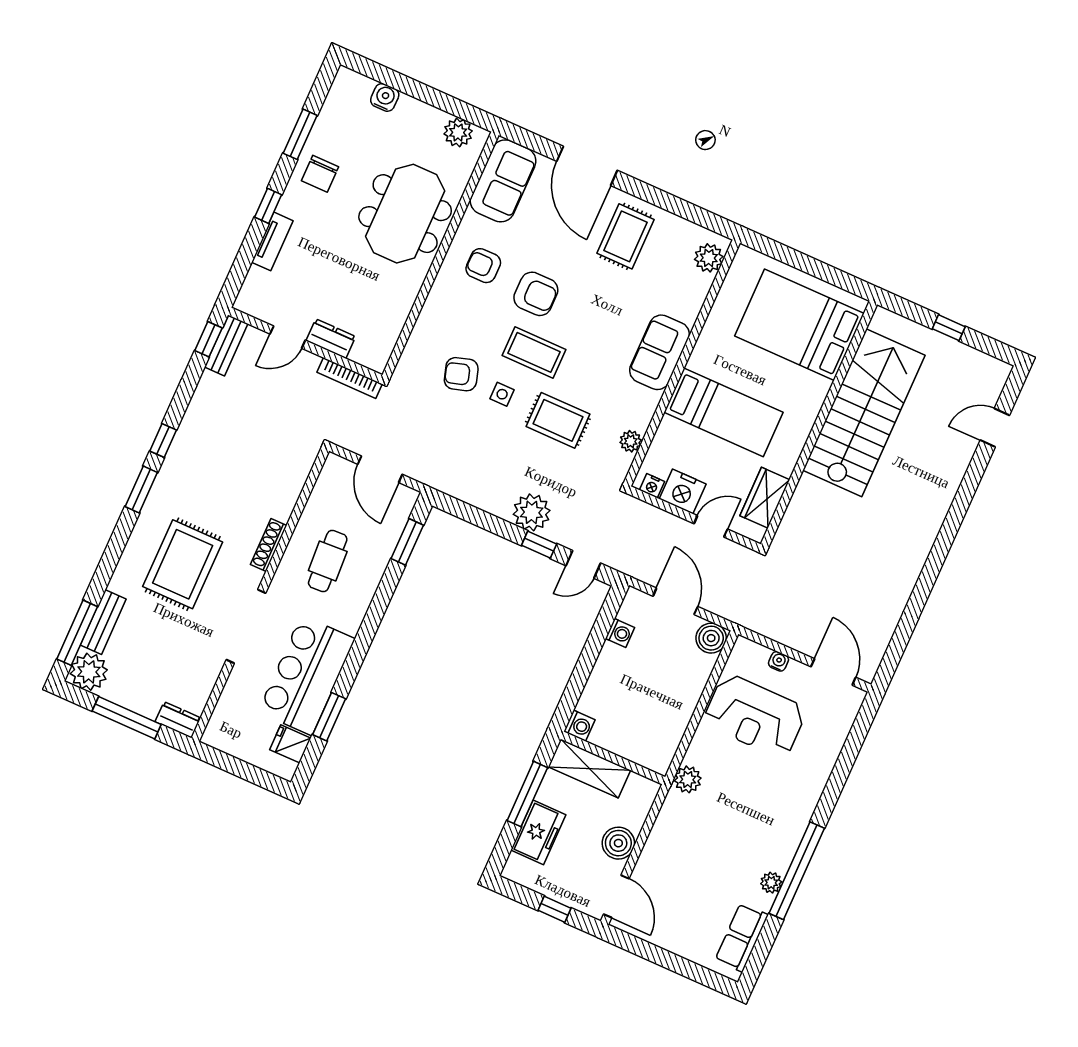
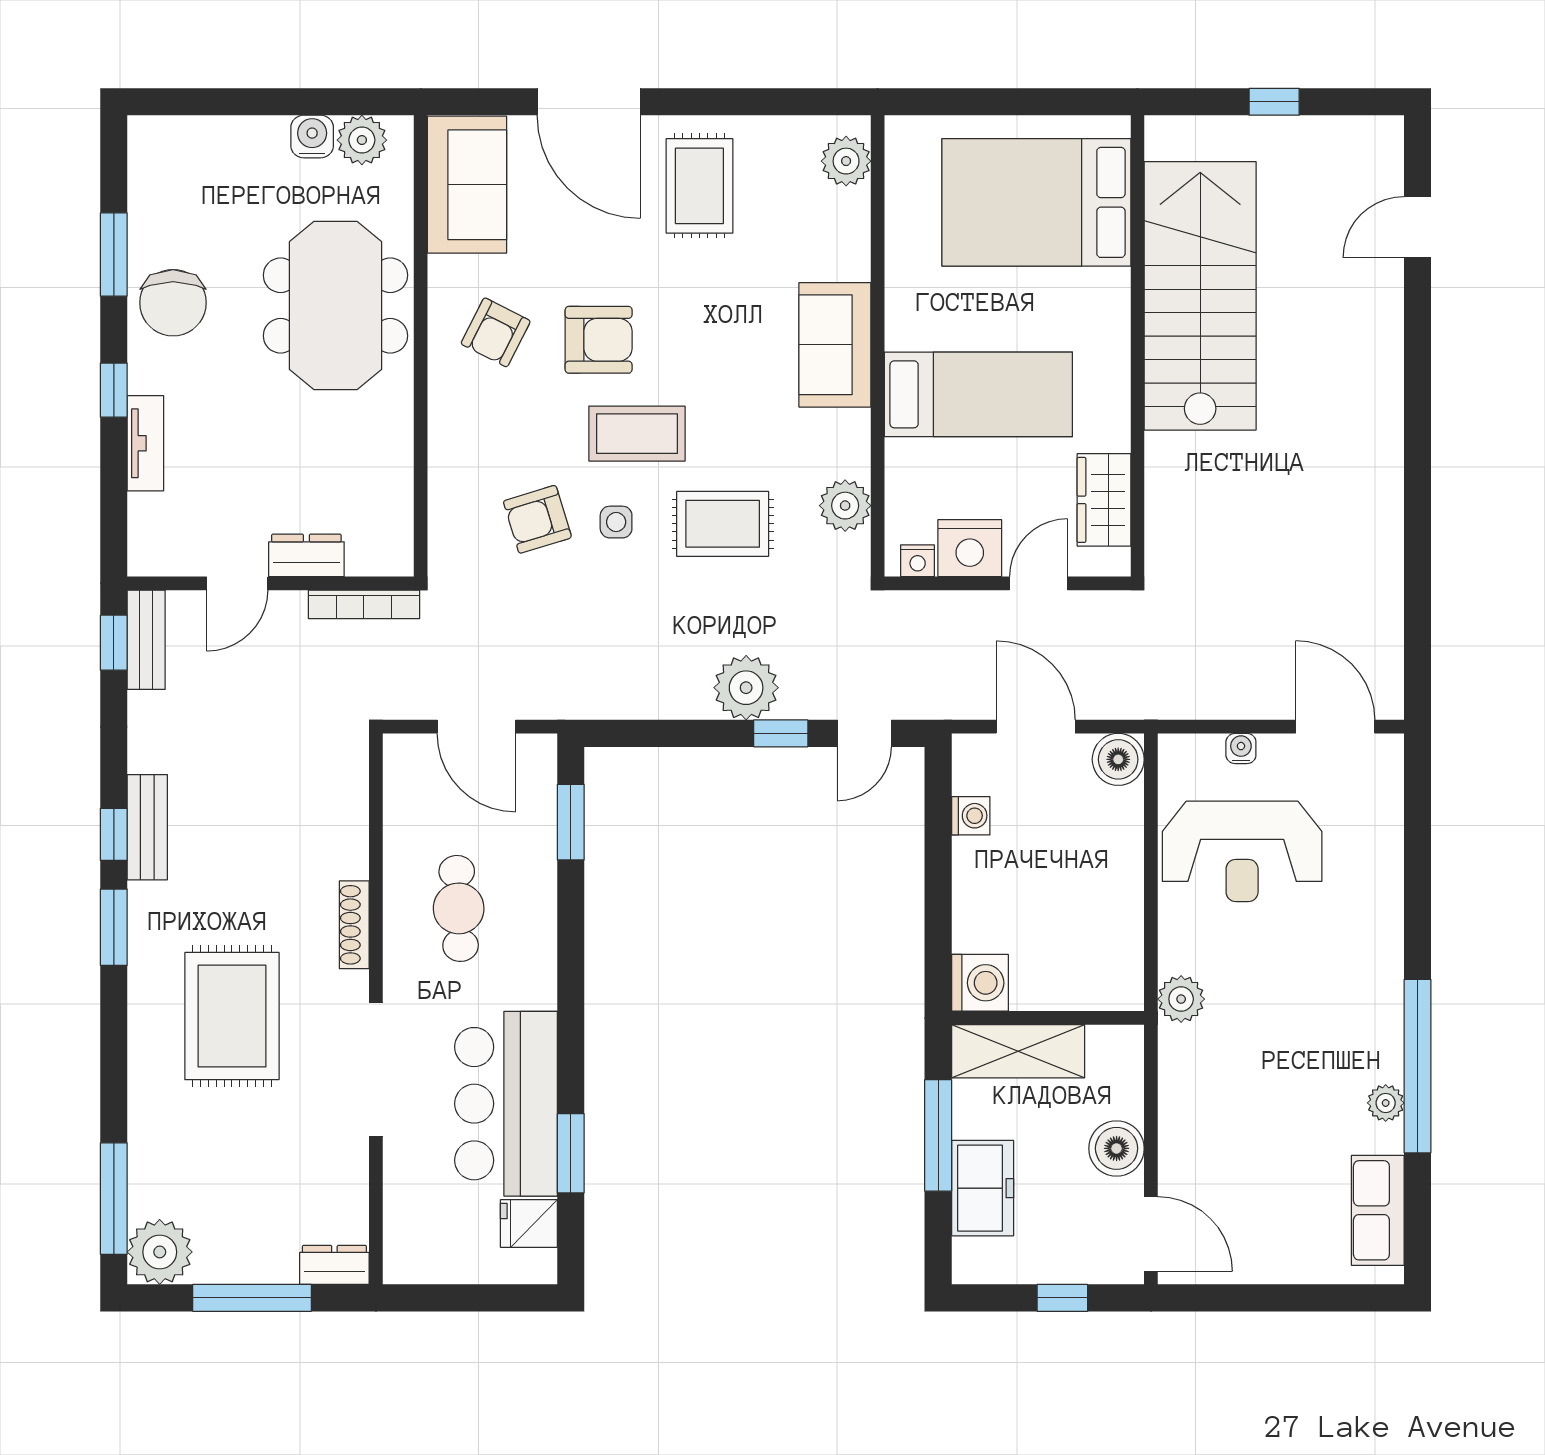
water cooler: (385, 97) -> (312, 137), moved
chair: (320, 174) -> (173, 303), width x1.37, depth x1.37
armchair: (483, 266) -> (496, 332), turned -63
plant: (631, 441) -> (845, 506), width x1.38, depth x1.38
bench: (103, 622) -> (147, 827), moved
washing machine: (579, 726) -> (980, 983), width x1.38, depth x1.38

